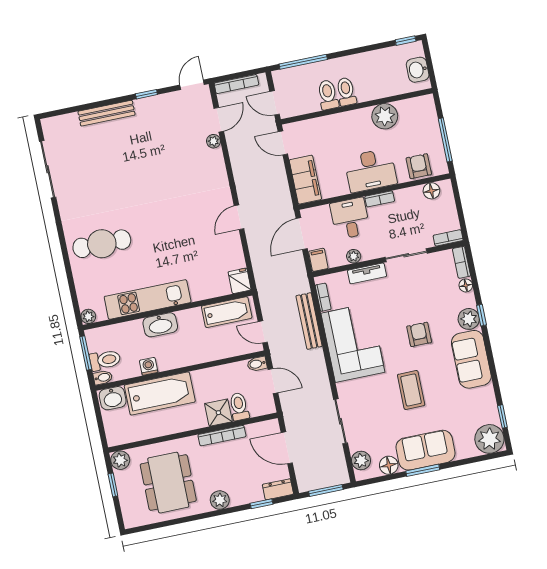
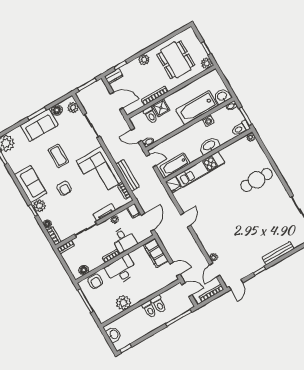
kitchen unit: (148, 299) -> (200, 169), moved
toilet: (105, 360) -> (241, 128), moved

